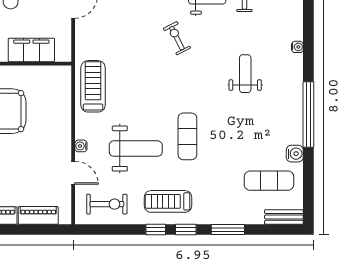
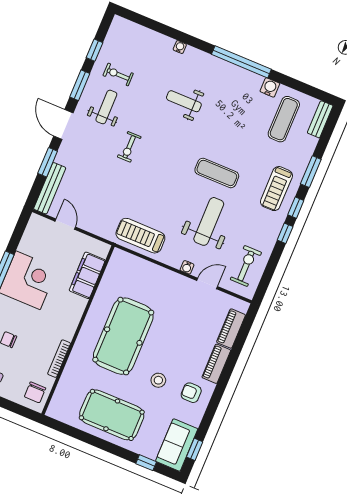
exercise bike: (177, 38) -> (129, 147), turned -63
treadmill: (168, 201) -> (276, 189), moved

